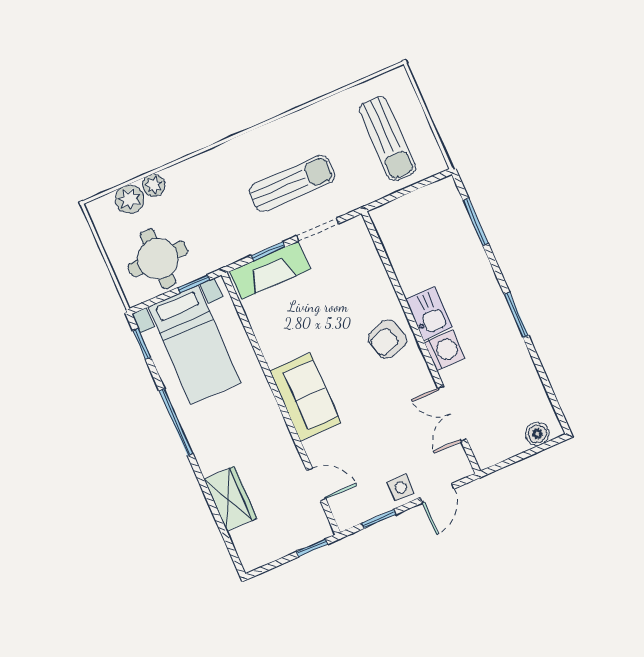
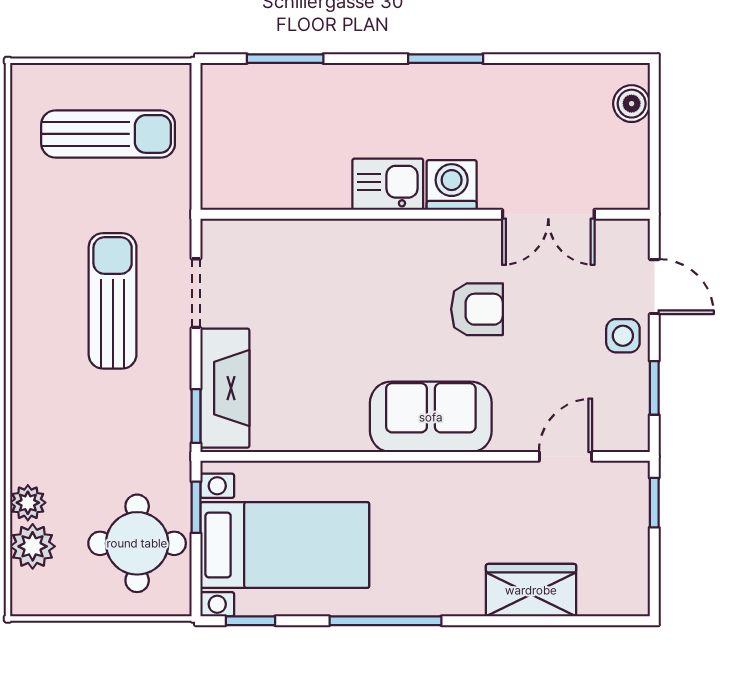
window: (268, 251) -> (196, 416), moved
armchair: (387, 339) -> (477, 309), moved, turned -72

